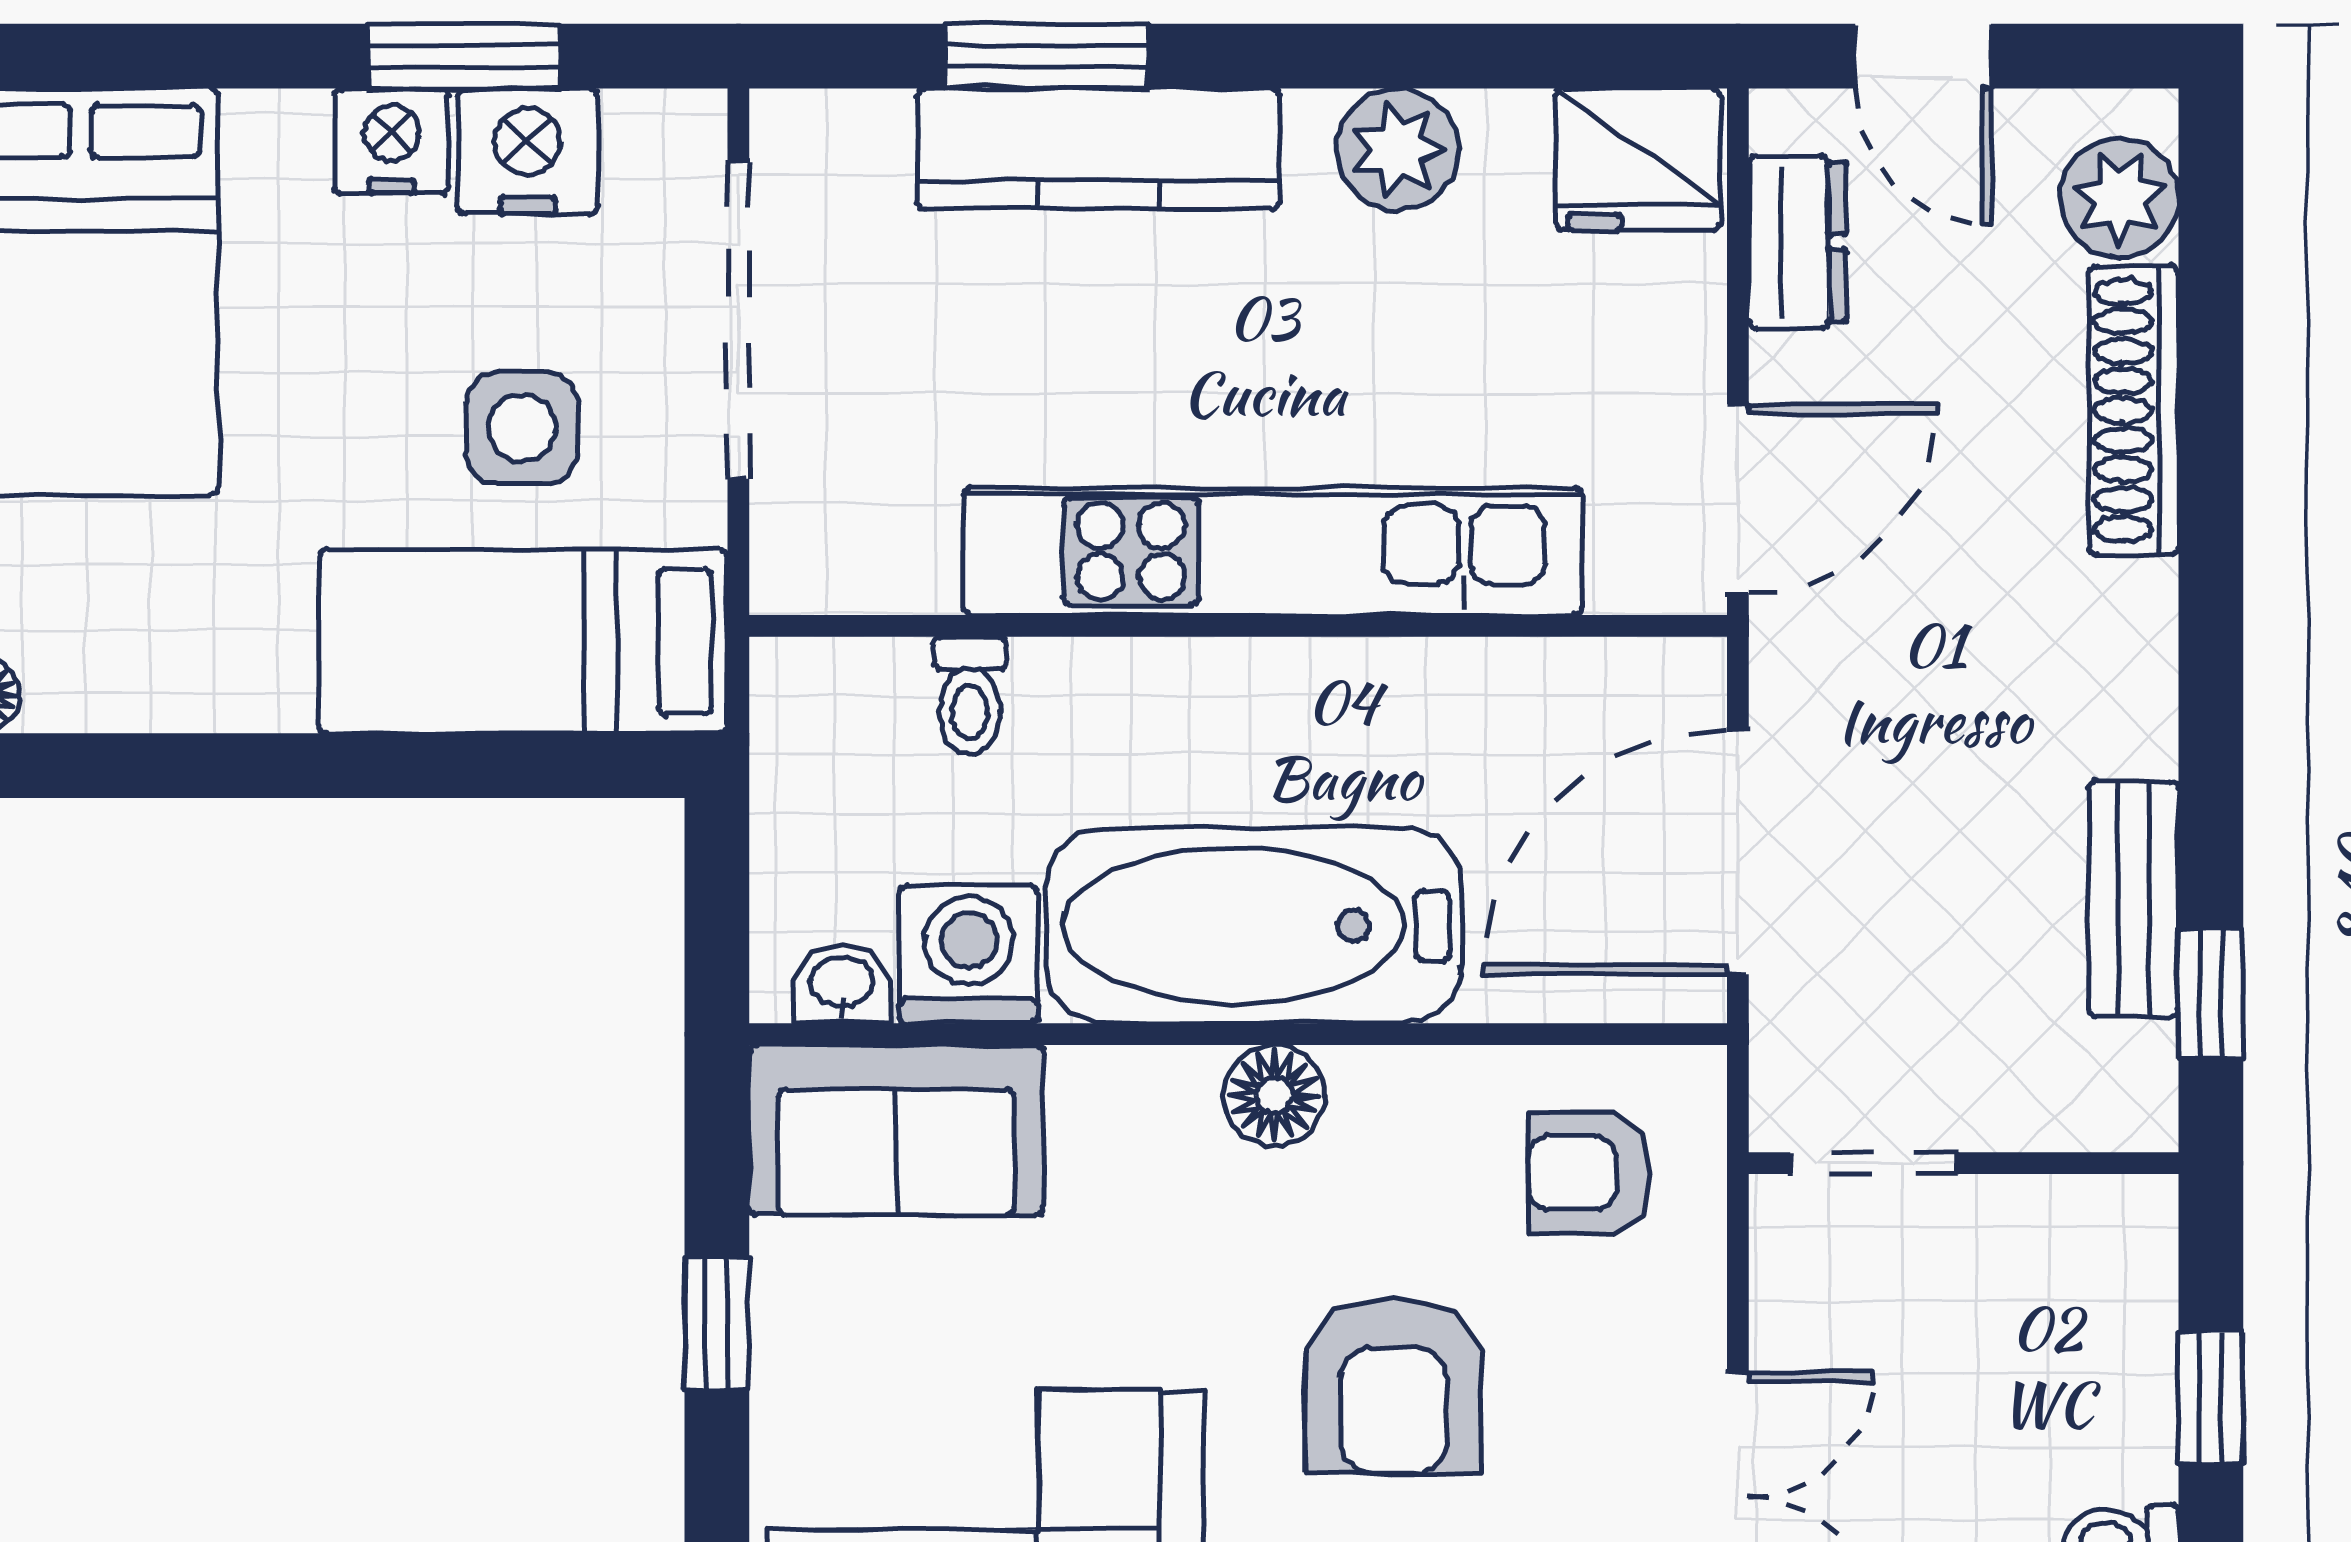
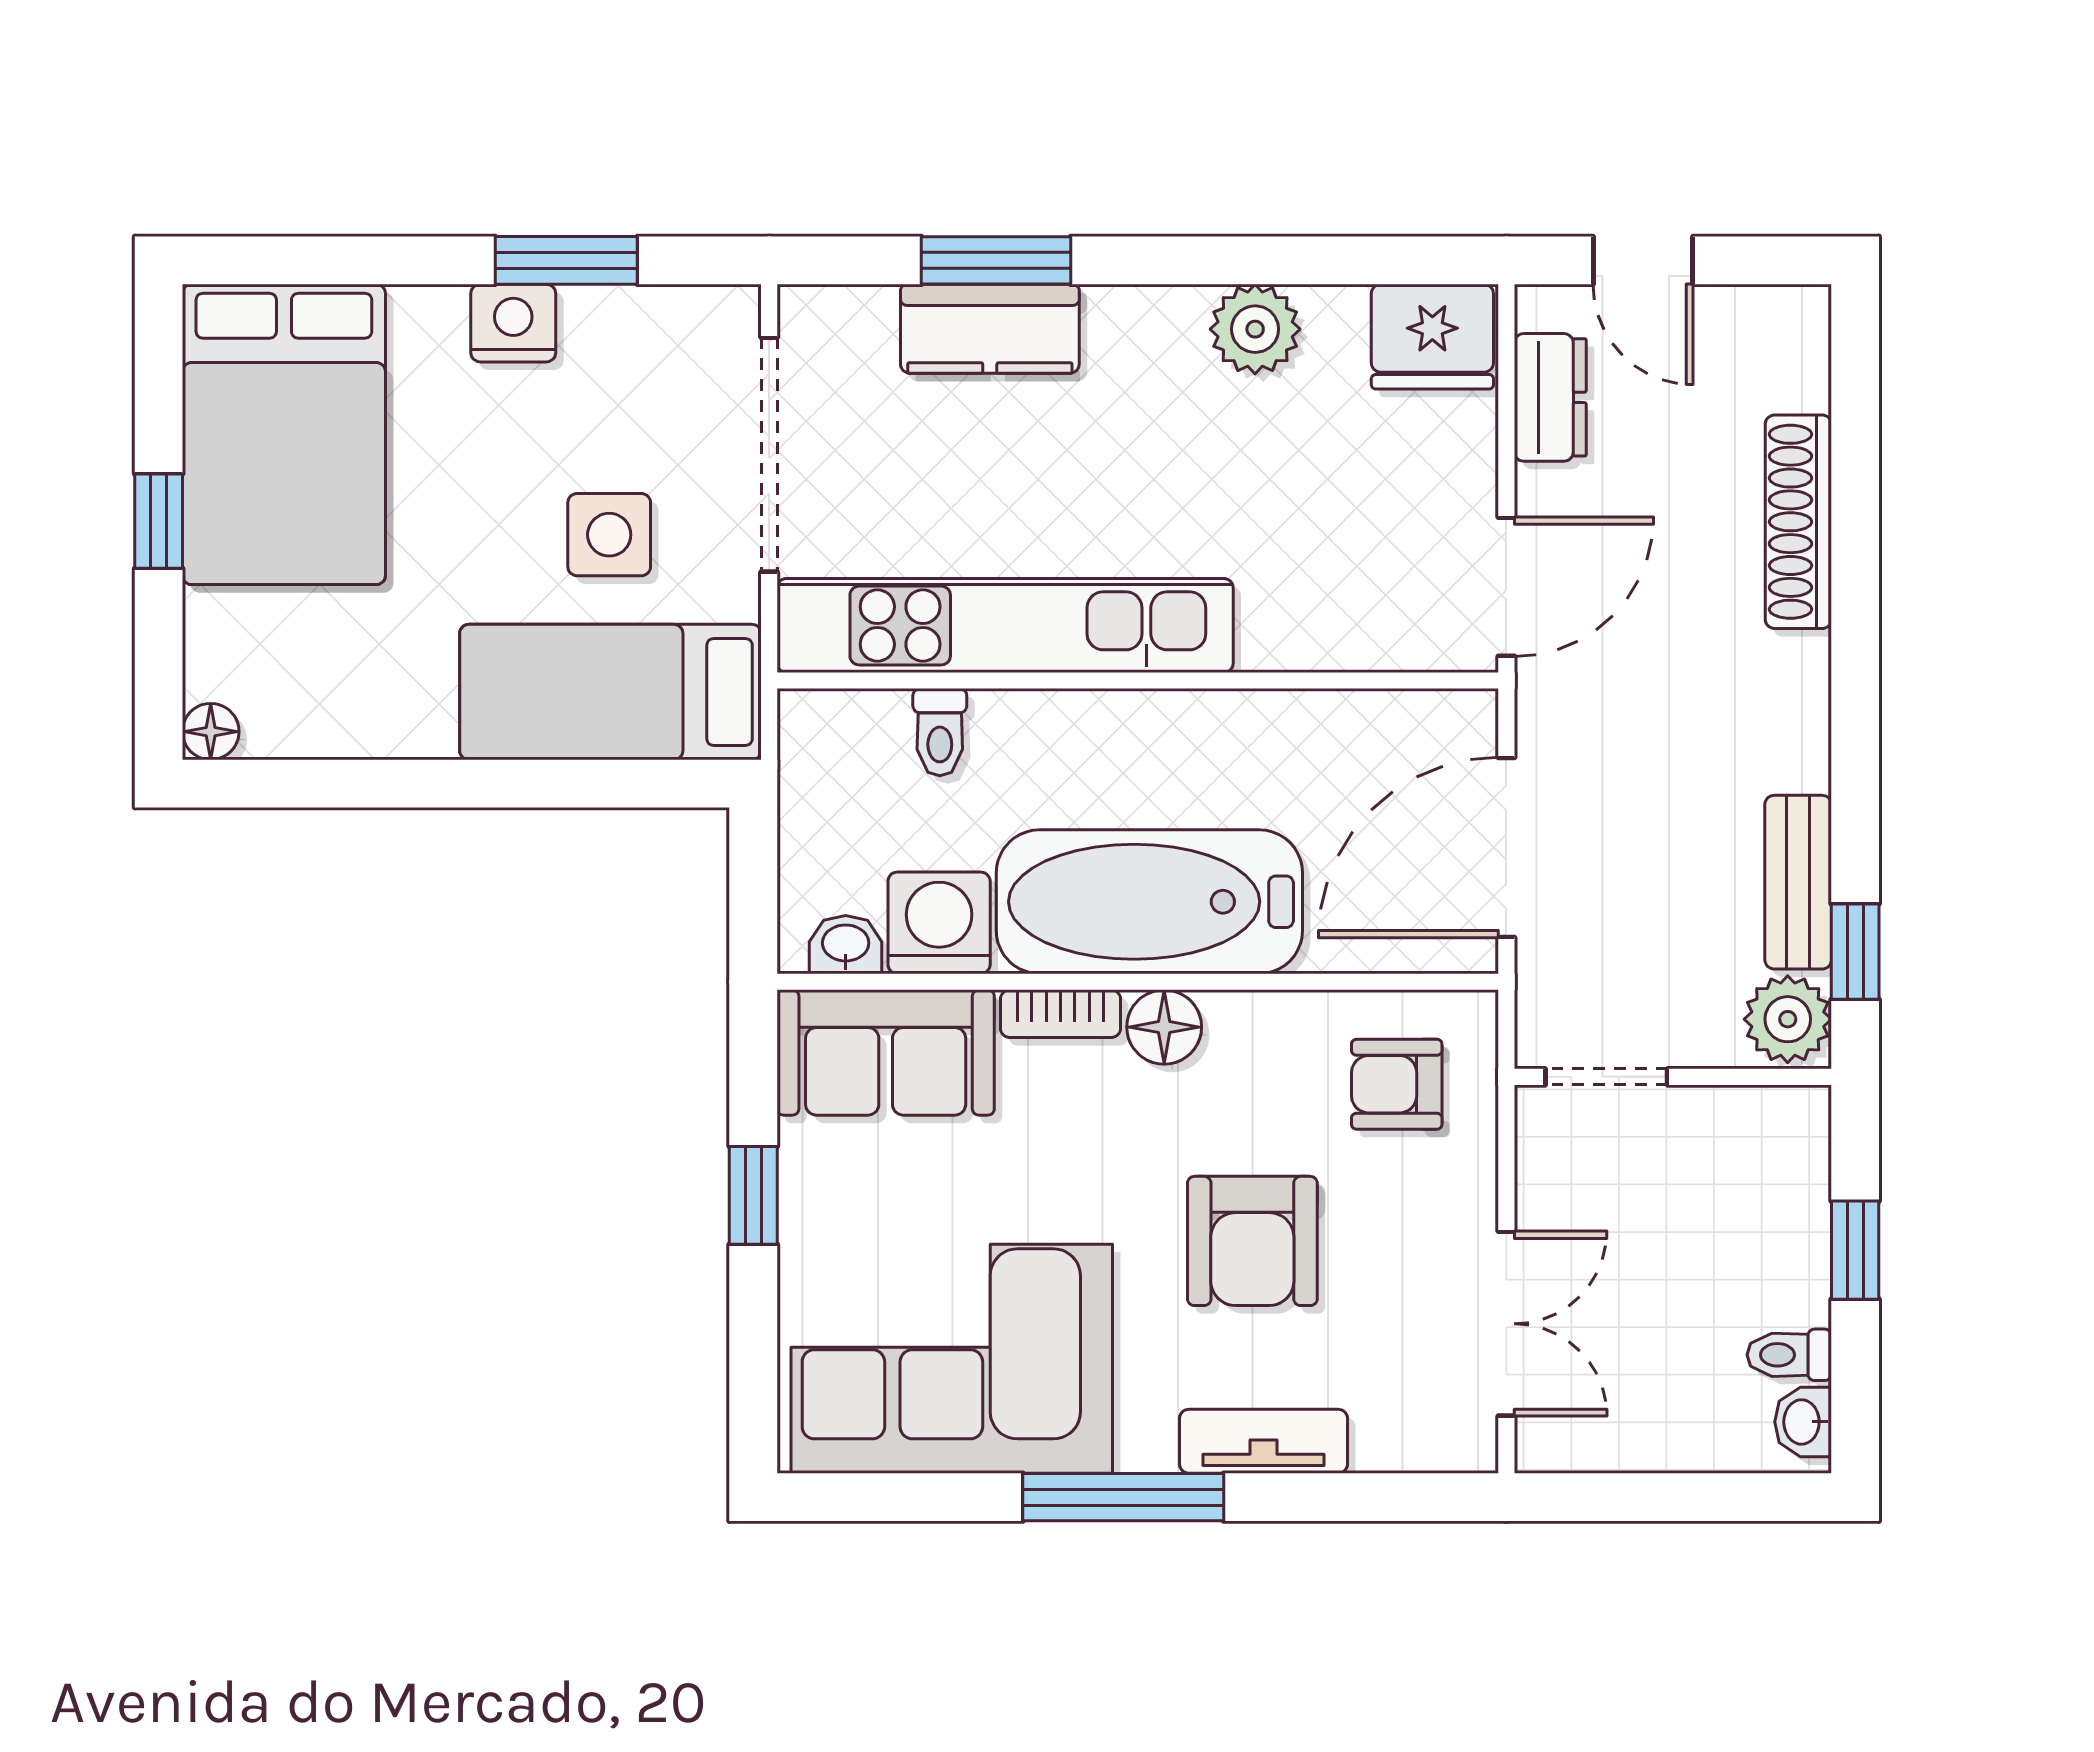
kitchen counter: (1098, 149) -> (990, 329), width x0.67
nightstand: (528, 151) -> (614, 331), removed
plant: (2119, 198) -> (1788, 1019), moved
kitchen unit: (1273, 551) -> (1005, 625), moved
bookcase: (1133, 1077) -> (1061, 1014), added

